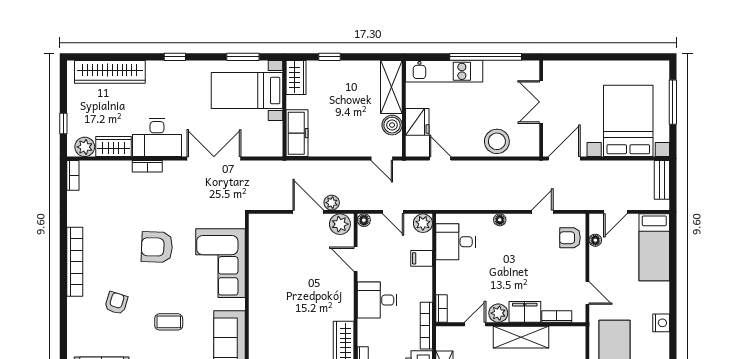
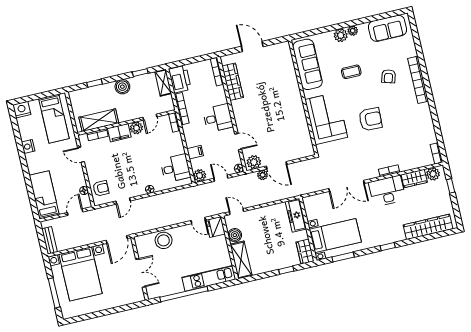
fridge: (417, 122) -> (216, 227), moved
bookcase: (75, 262) -> (418, 80), moved
shelving: (521, 337) -> (99, 120), moved

